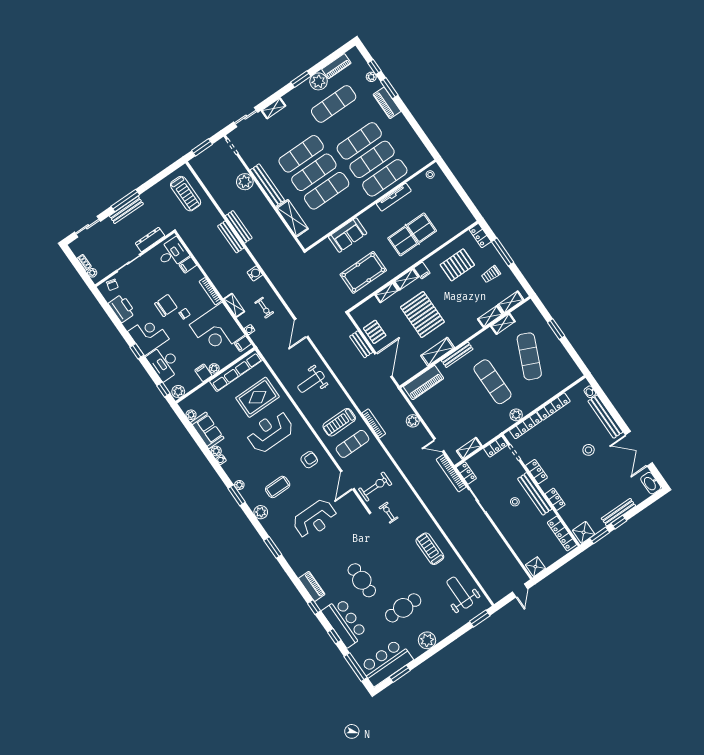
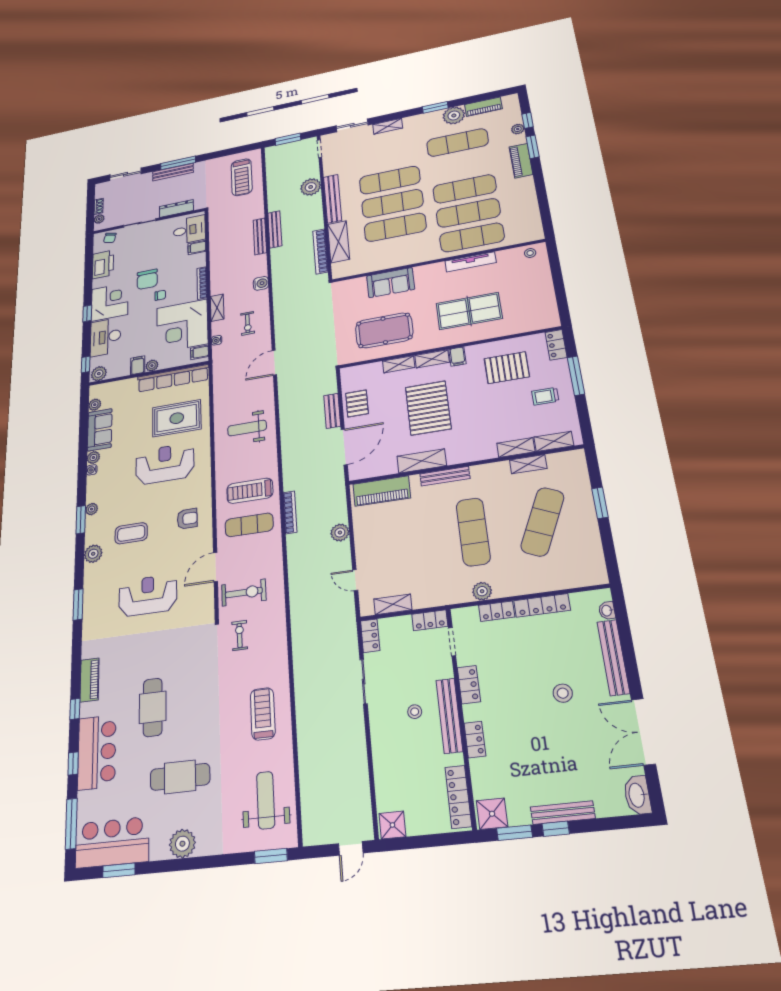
chair: (166, 306) -> (147, 279), turned 90
locker: (526, 426) -> (497, 611), width x0.66
bookcase: (451, 473) -> (320, 251), moved
reception desk: (315, 519) -> (148, 595), turned 180

